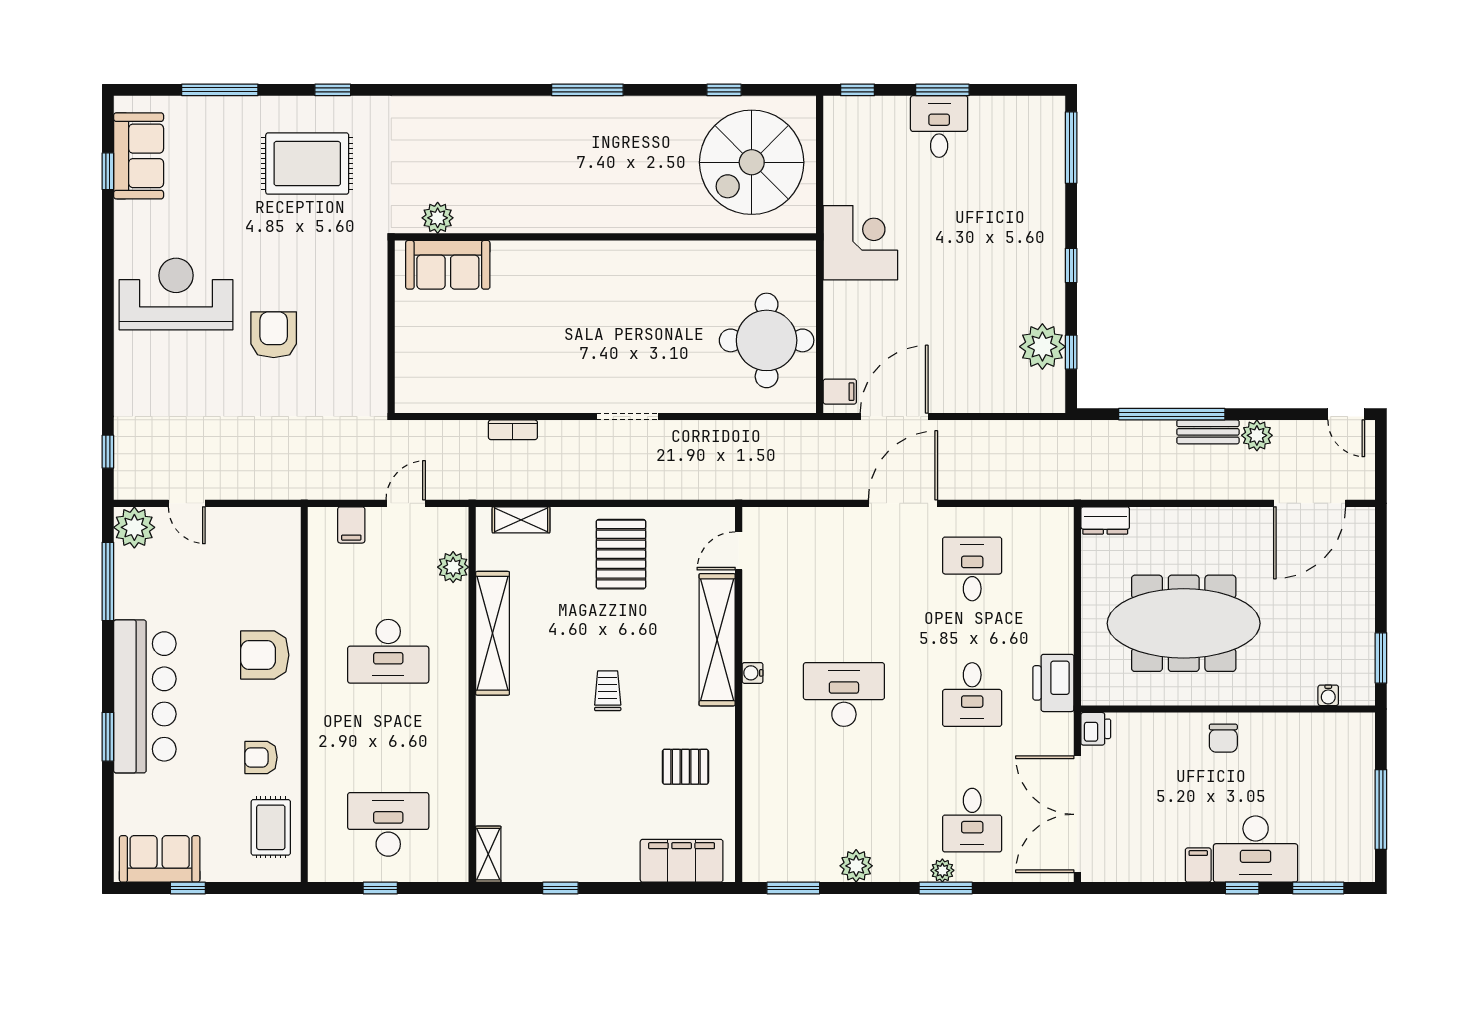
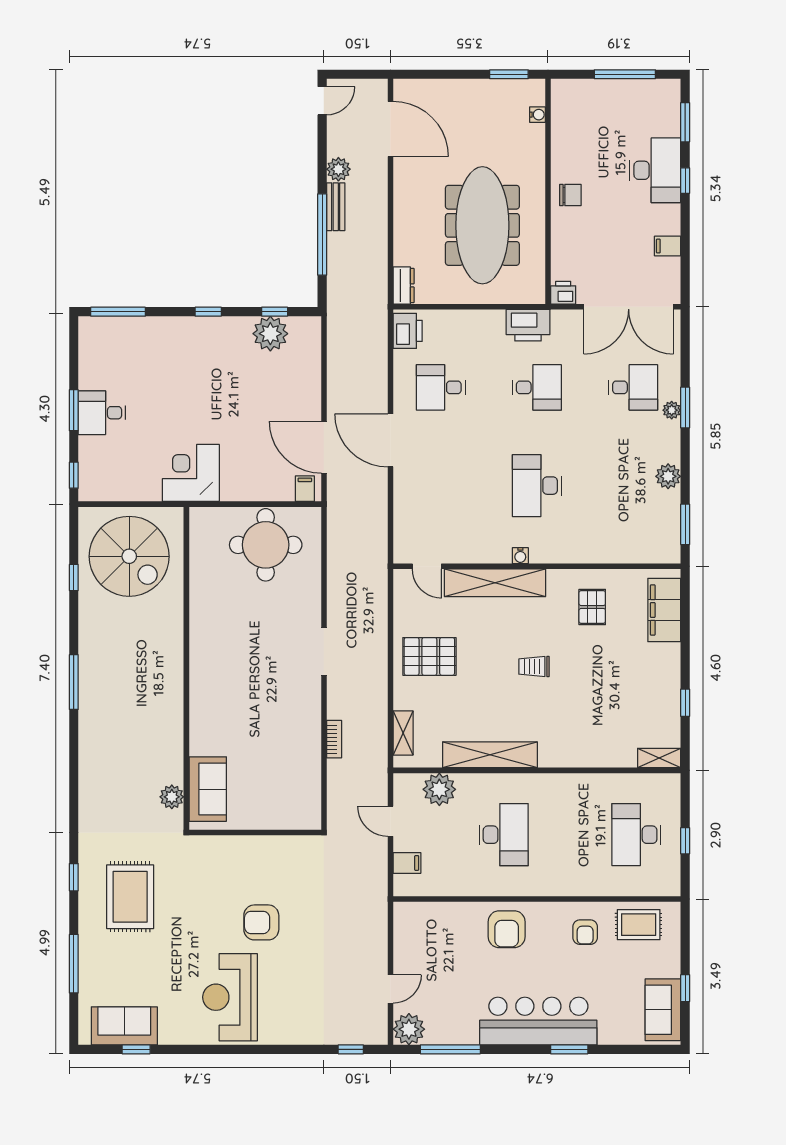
printer: (1046, 526) -> (408, 331), added
plant: (453, 567) -> (439, 789), width x1.36, depth x1.36
filing cabinet: (1198, 865) -> (668, 246), moved

